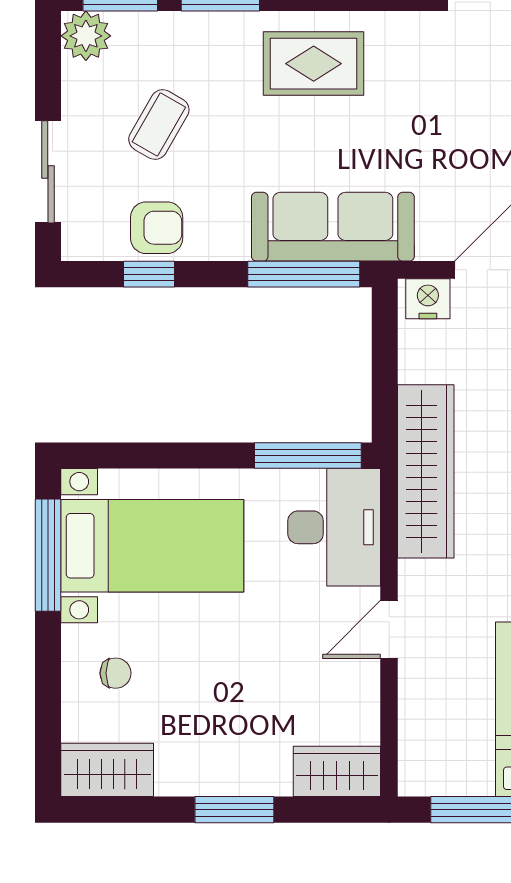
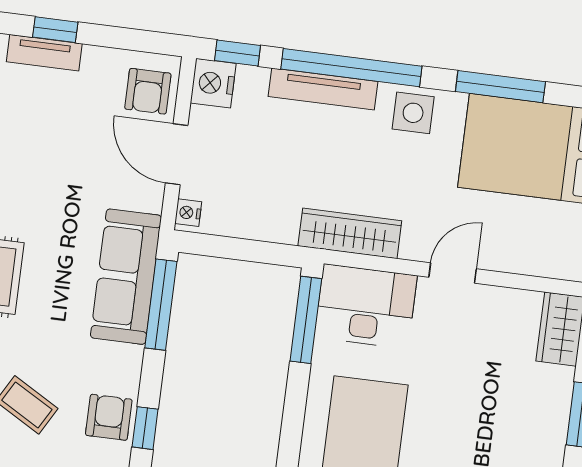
nightstand: (428, 299) -> (188, 213), width x0.72, depth x0.74
wardrobe: (426, 471) -> (350, 233), width x0.71, depth x0.85
door: (389, 629) -> (453, 273), swing flipped

